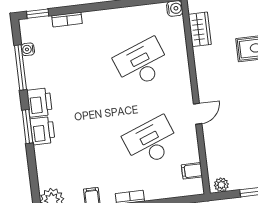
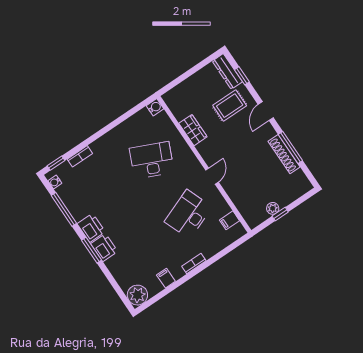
wardrobe: (200, 29) -> (193, 130), moved
water cooler: (28, 49) -> (55, 182), moved
desk: (142, 63) -> (152, 160), turned 45
plant: (221, 185) -> (273, 208), moved

